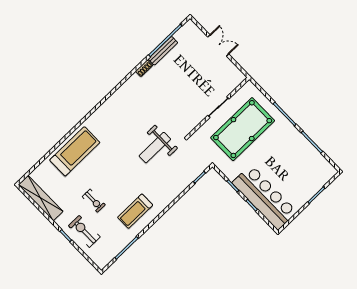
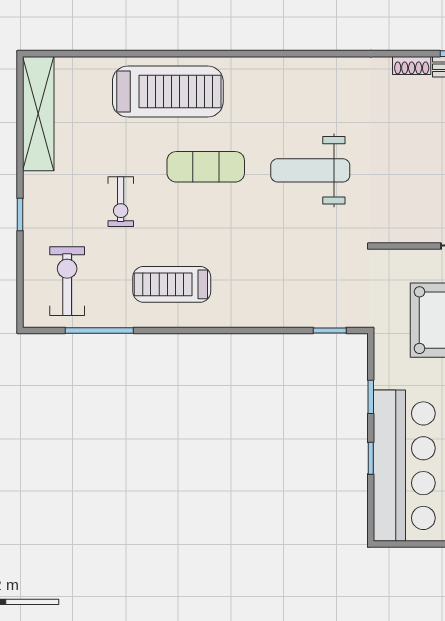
weight bench: (155, 148) -> (310, 170), moved
exercise mat: (110, 164) -> (206, 167), added
exercise bike: (84, 231) -> (67, 281), moved

